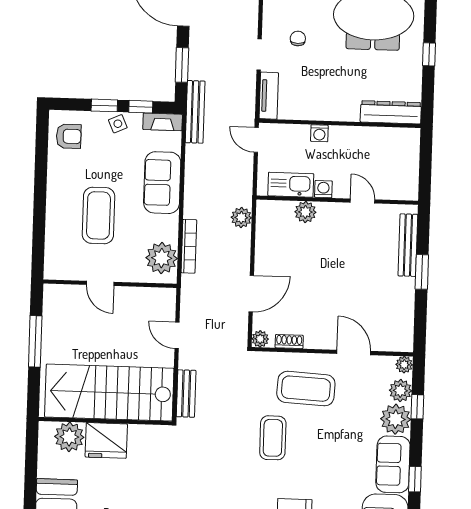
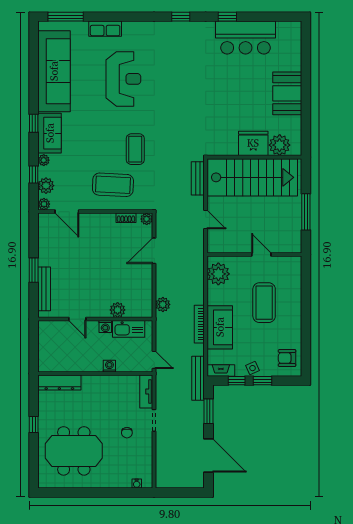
bookcase: (189, 246) -> (199, 324), moved
door: (354, 352) -> (67, 212), moved
plant: (396, 419) -> (44, 160), width x0.53, depth x0.53

